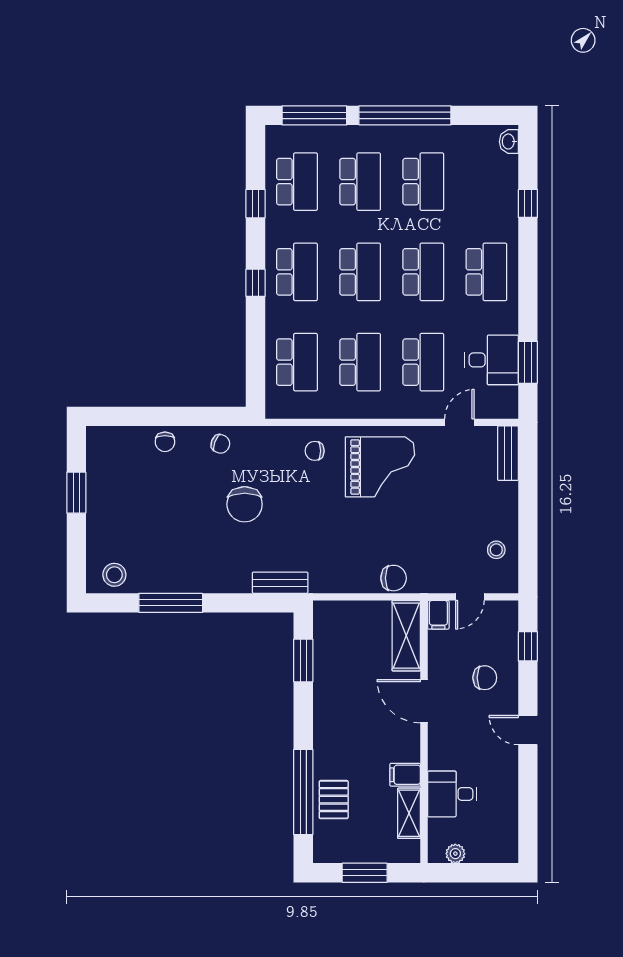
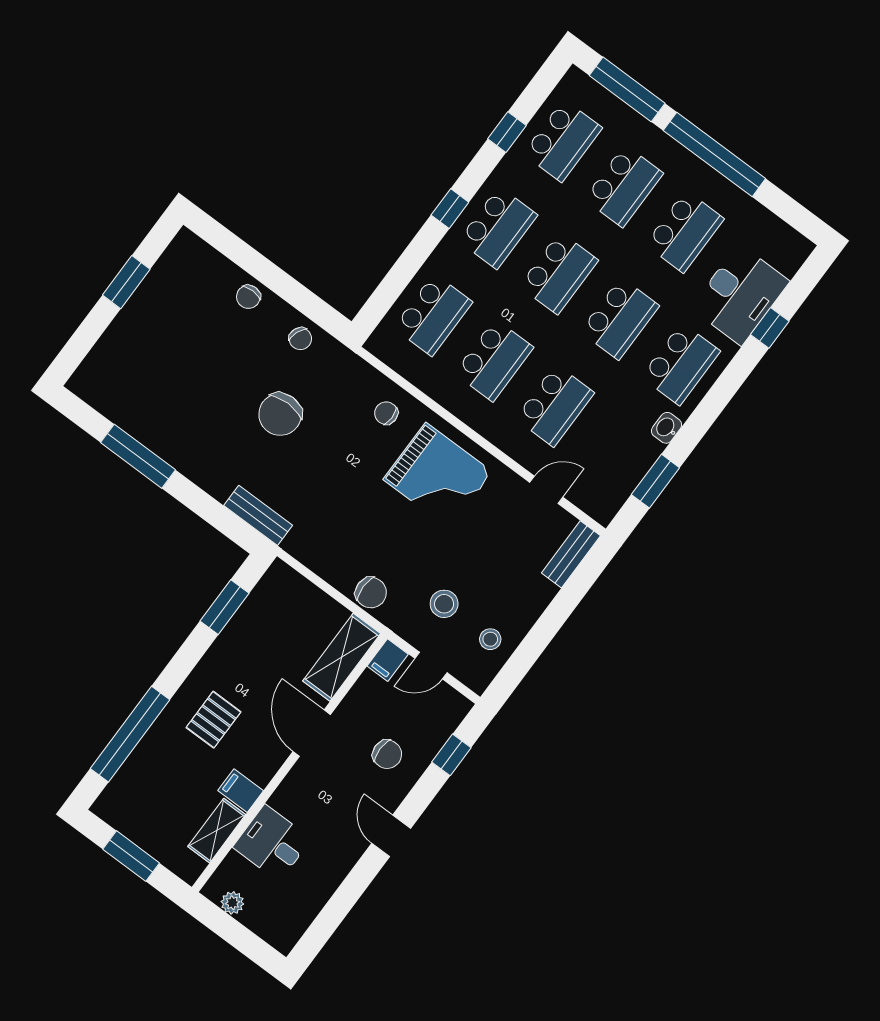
washbasin: (509, 142) -> (667, 428), moved
desk: (492, 360) -> (740, 295), moved, width x1.37
stool: (114, 575) -> (444, 604), moved
pallet: (334, 800) -> (213, 720), moved

